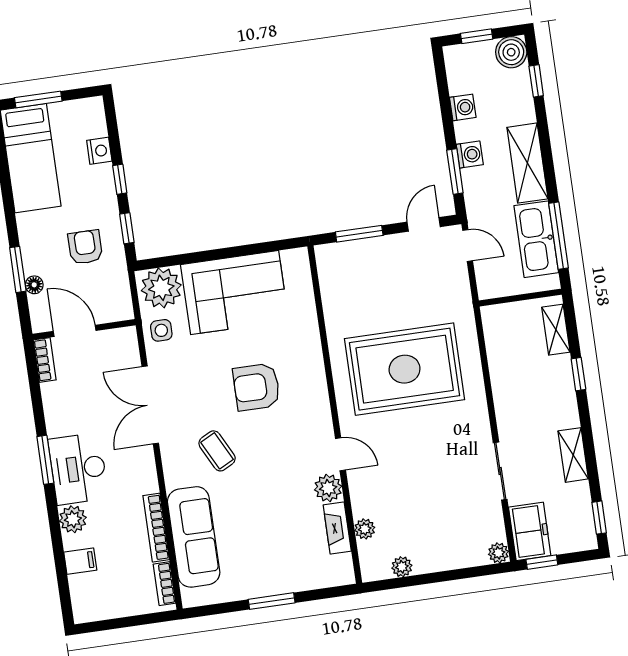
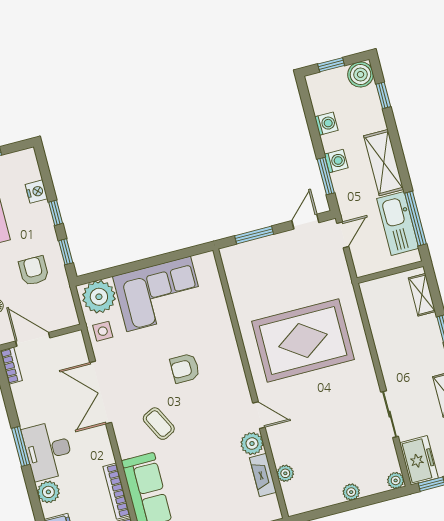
door: (468, 246) -> (343, 235), hinge flipped
armchair: (256, 387) -> (185, 368), width x0.72, depth x0.72
plant: (402, 567) -> (351, 492), moved

